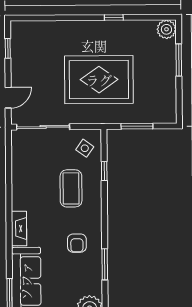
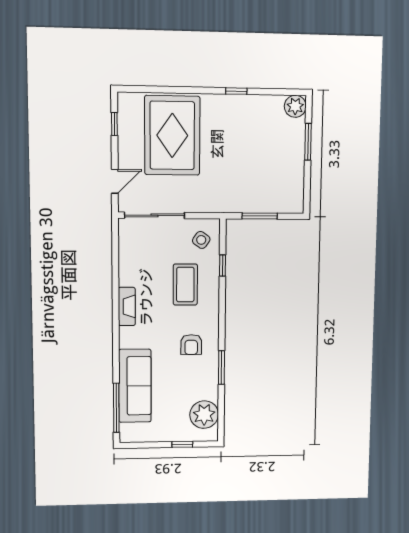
rug: (99, 80) -> (172, 135), moved, turned 90
fireplace: (19, 229) -> (127, 306), moved

